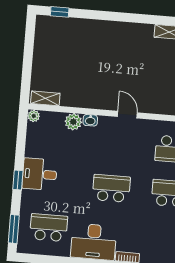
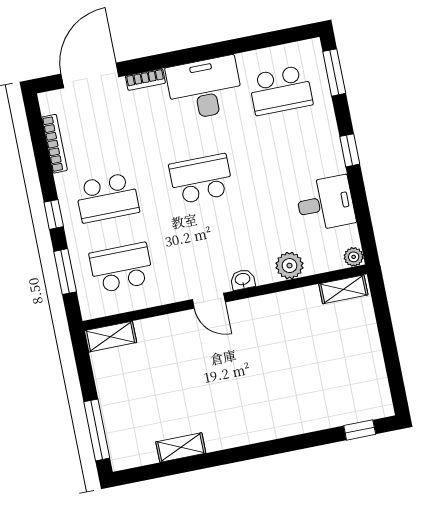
washbasin: (90, 120) -> (243, 280), moved
desk: (40, 174) -> (325, 203), moved
school desk: (111, 188) -> (201, 179), turned 180

